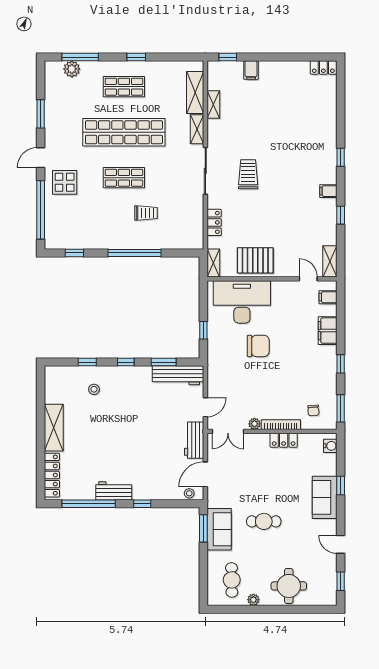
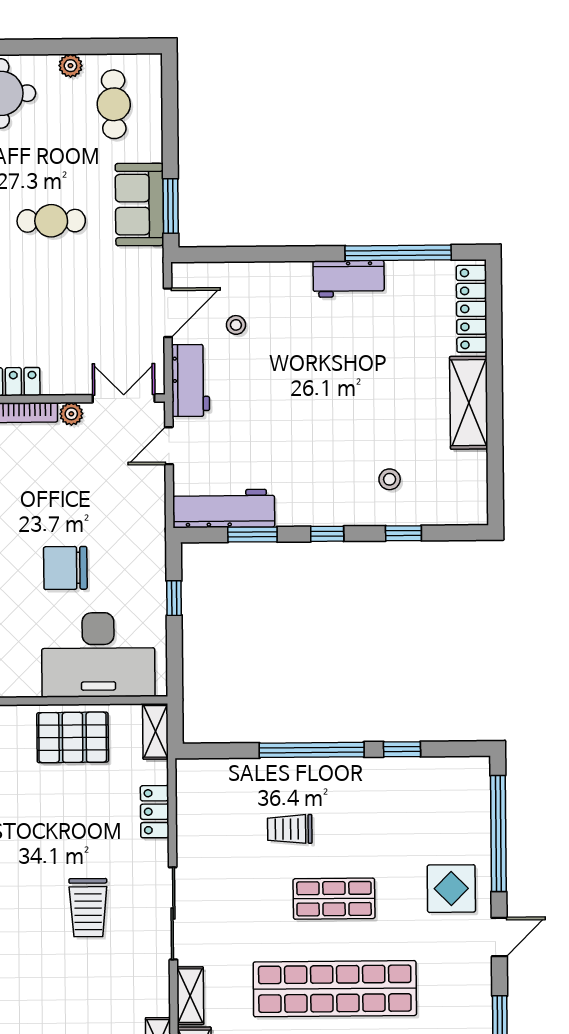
window: (74, 253) -> (402, 749), moved
stool: (189, 493) -> (236, 325), moved
window: (142, 504) -> (292, 254), removed

